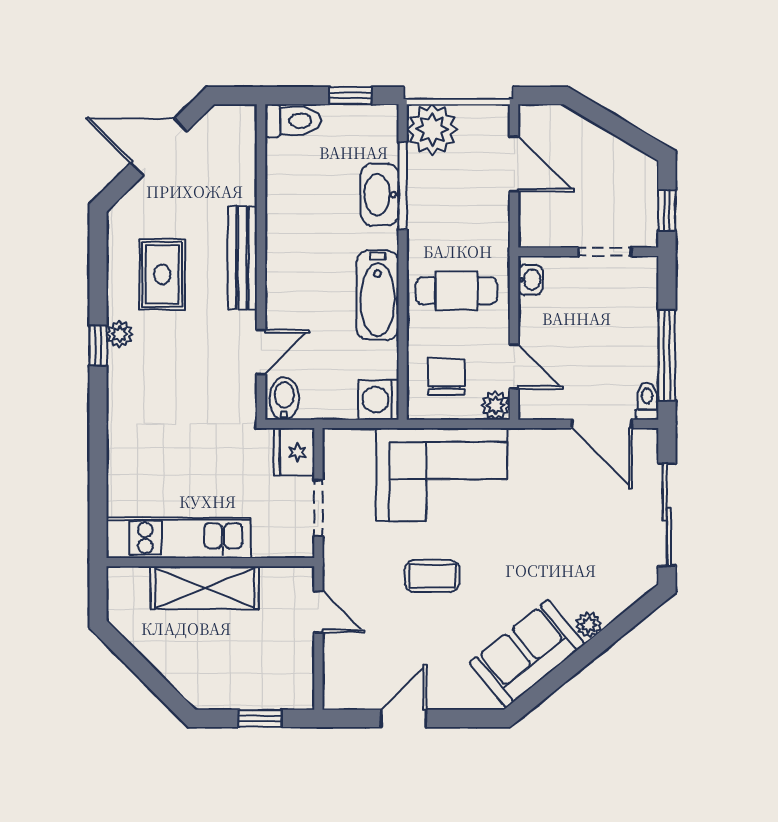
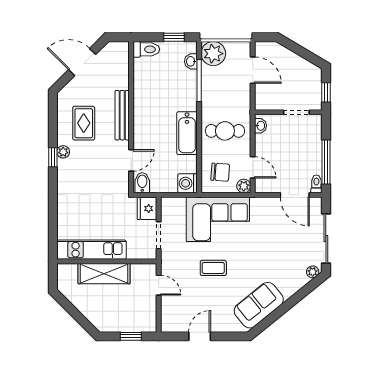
washbasin: (380, 195) -> (191, 61), moved, width x0.52, depth x0.69
chair: (446, 377) -> (220, 172), turned 94
plant: (589, 625) -> (313, 272), moved

